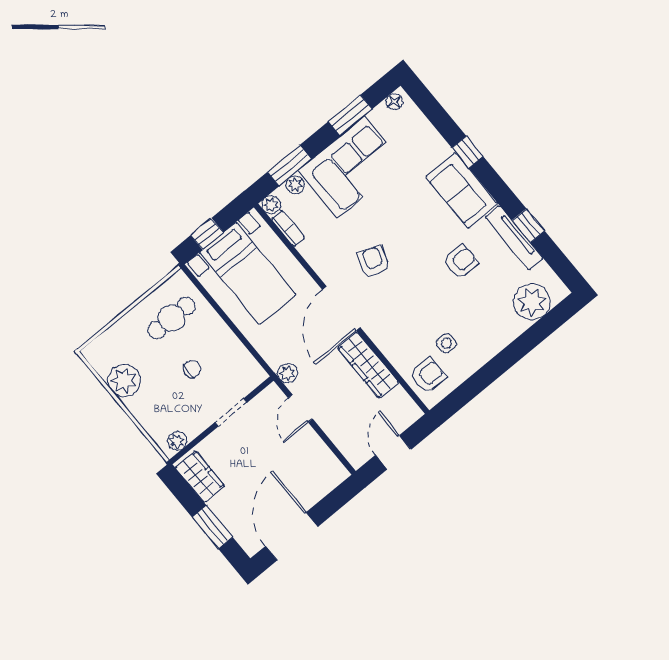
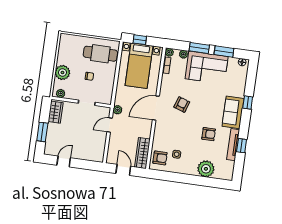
window: (289, 166) -> (199, 48), moved
plant: (532, 302) -> (206, 169), moved
cafe table: (172, 318) -> (100, 54), width x1.37, depth x1.35
wardrobe: (368, 365) -> (142, 153), moved
plant: (124, 380) -> (62, 72), moved
door: (393, 452) -> (123, 170), hinge flipped
door: (292, 536) -> (64, 162), width x0.53

